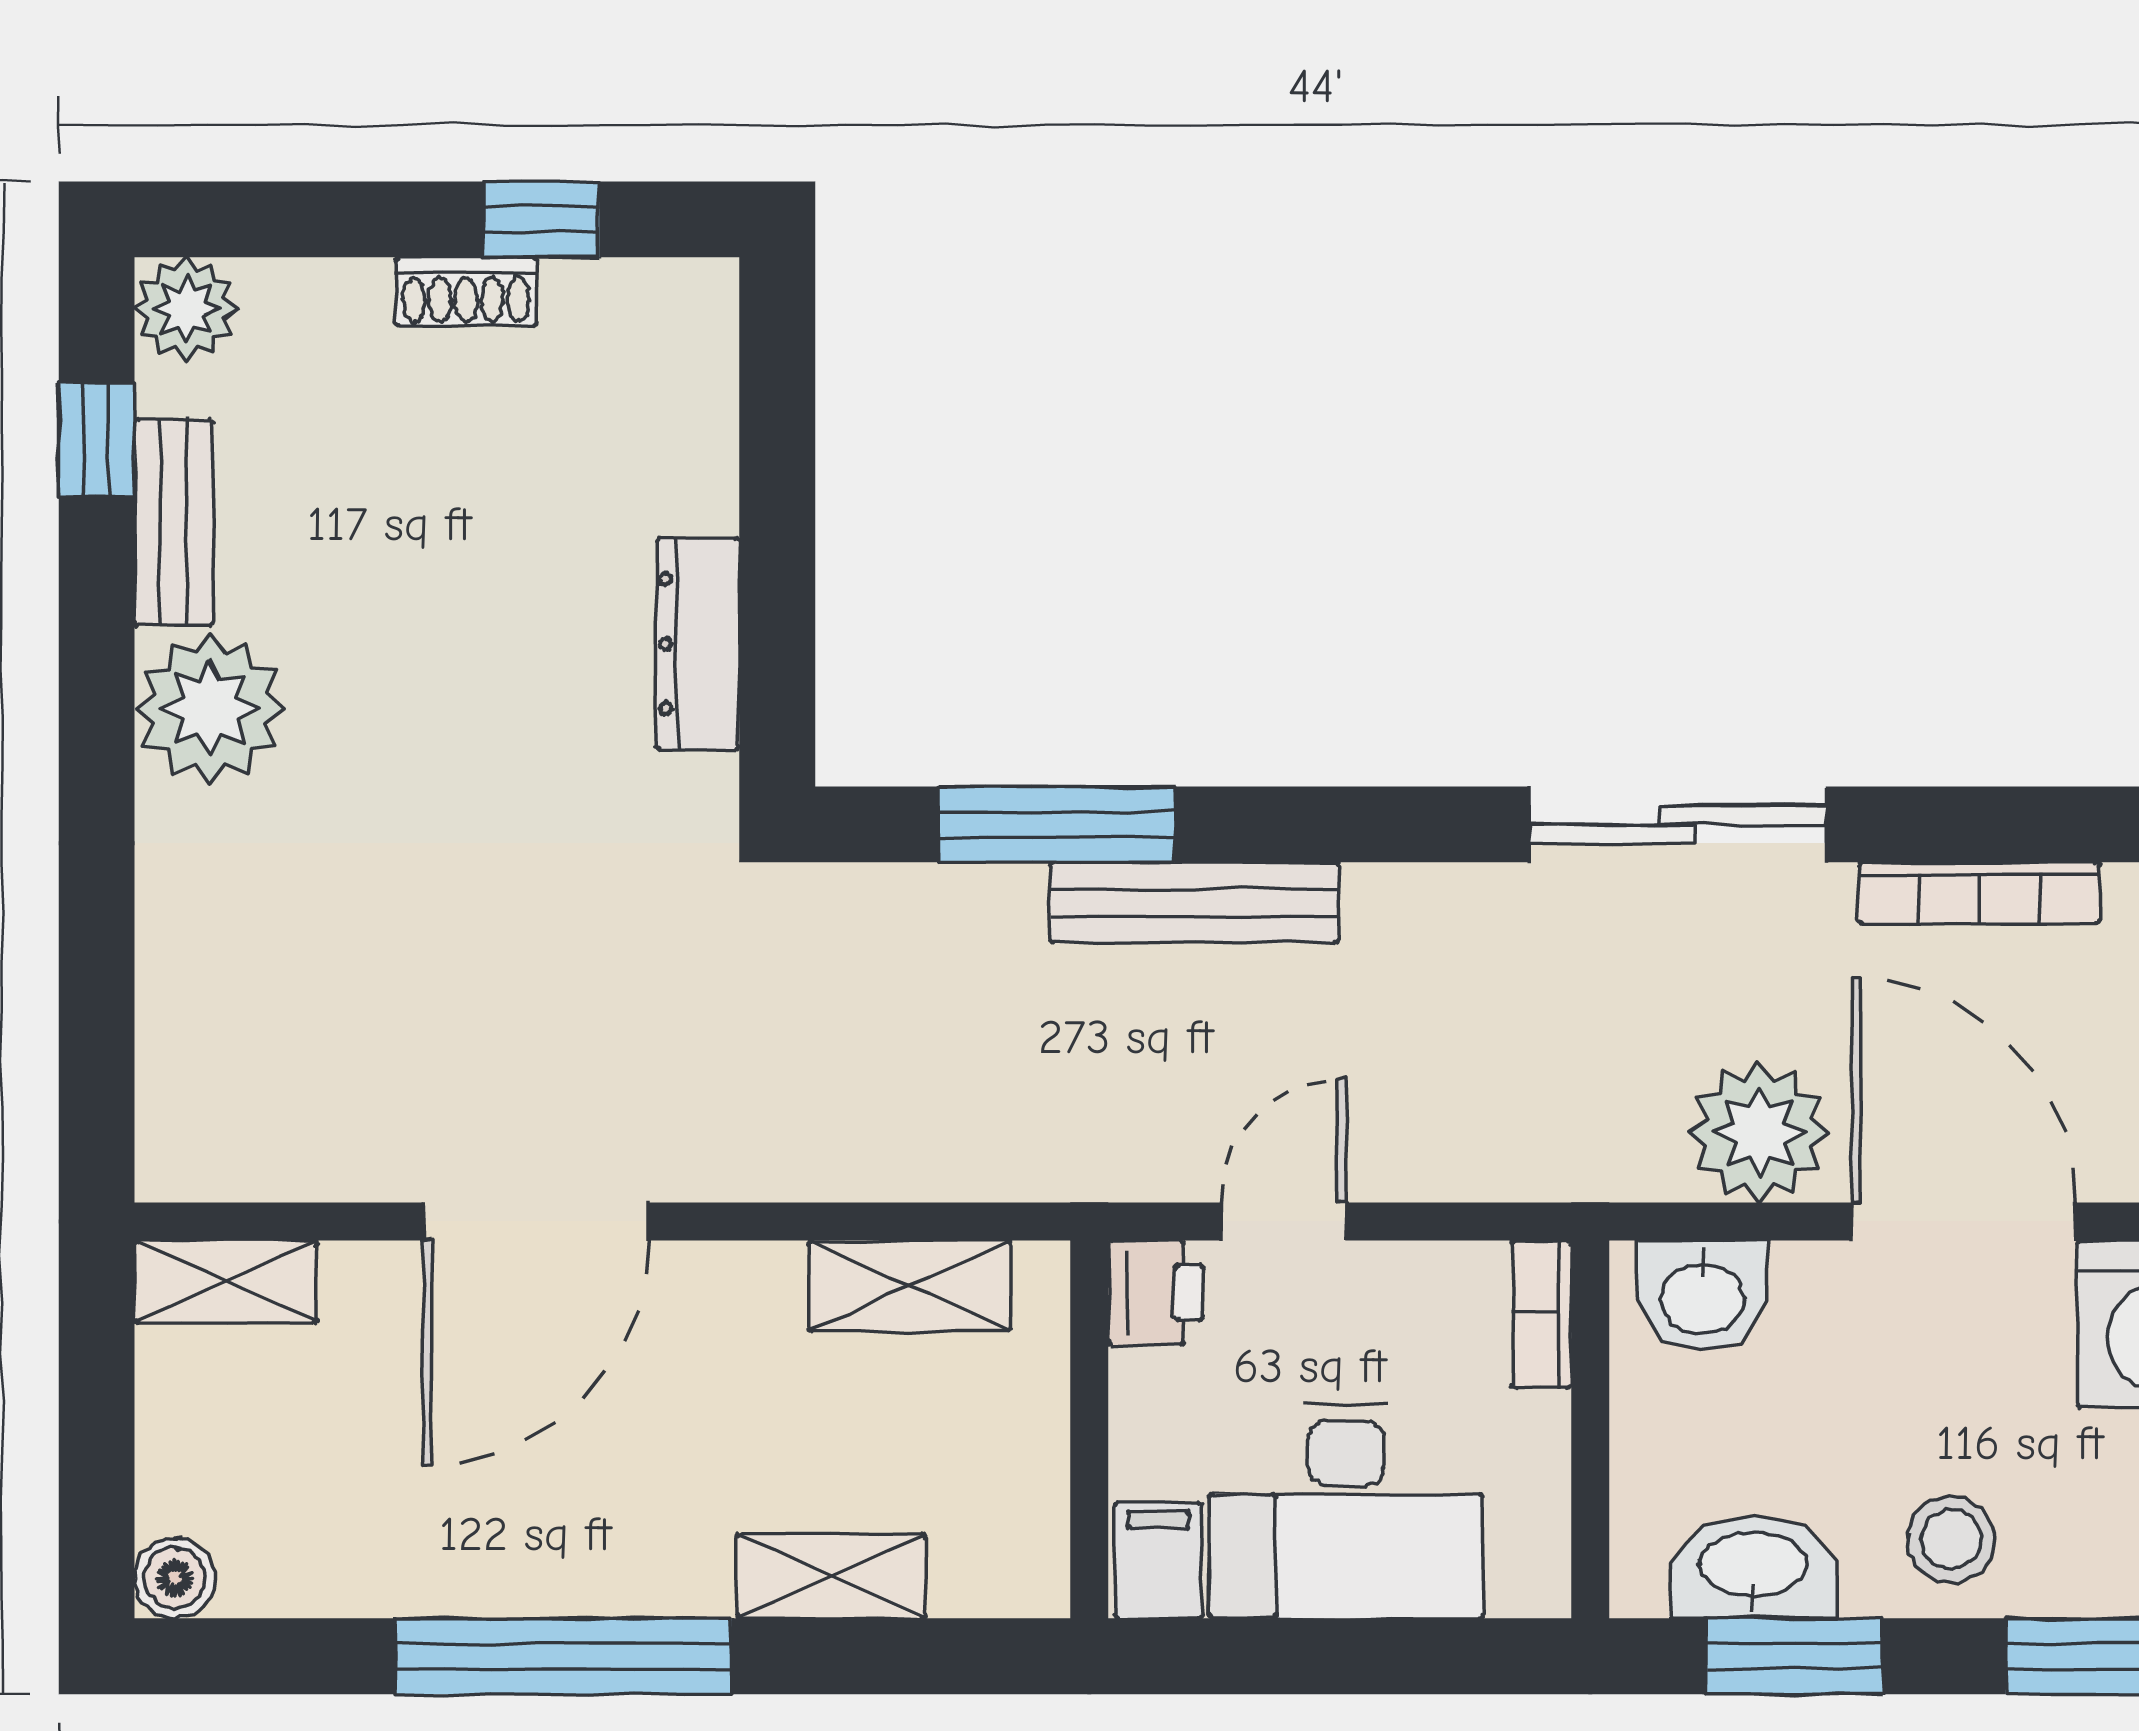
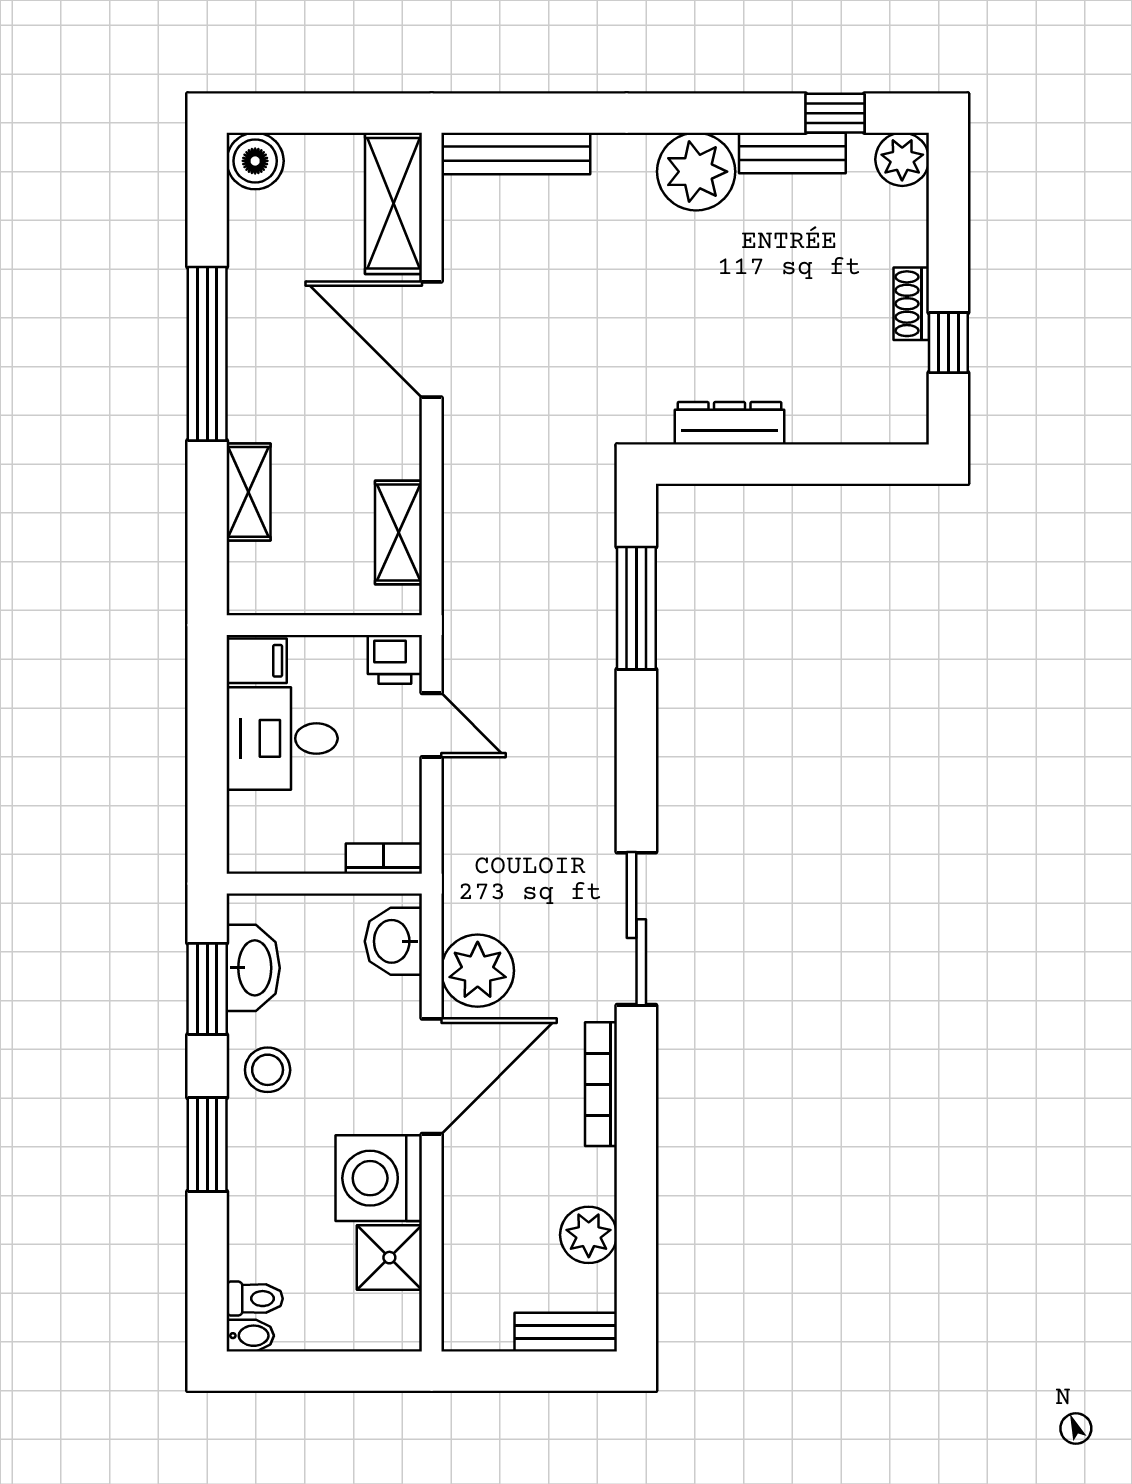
bench: (1194, 903) -> (516, 153), moved, turned 90
shelving: (226, 1281) -> (393, 203), width x1.50, depth x1.33
desk: (1346, 1511) -> (282, 738), width x0.73
boiler: (175, 1578) -> (255, 161), width x1.36, depth x1.36

